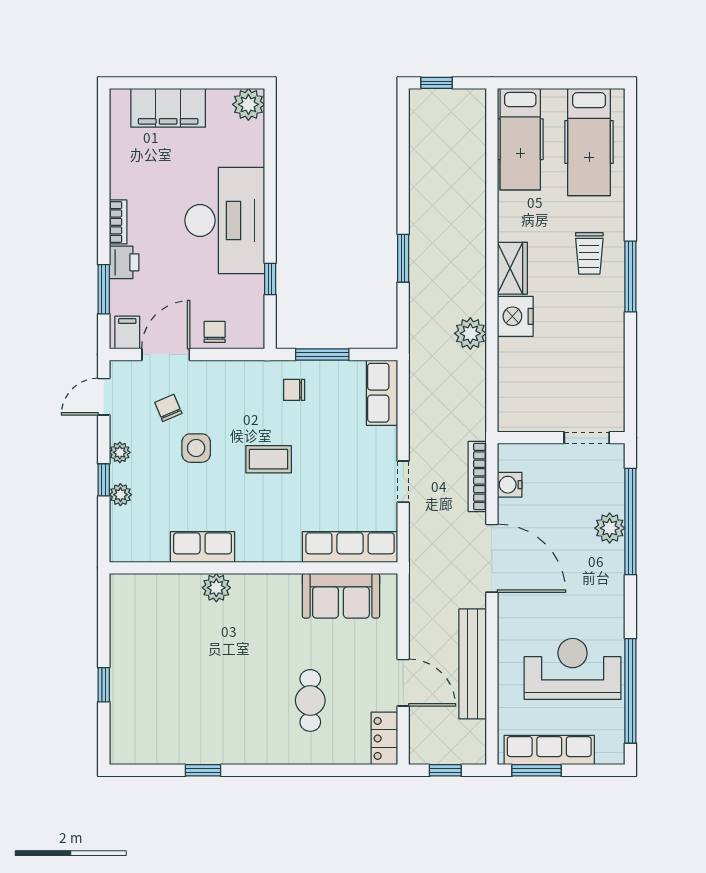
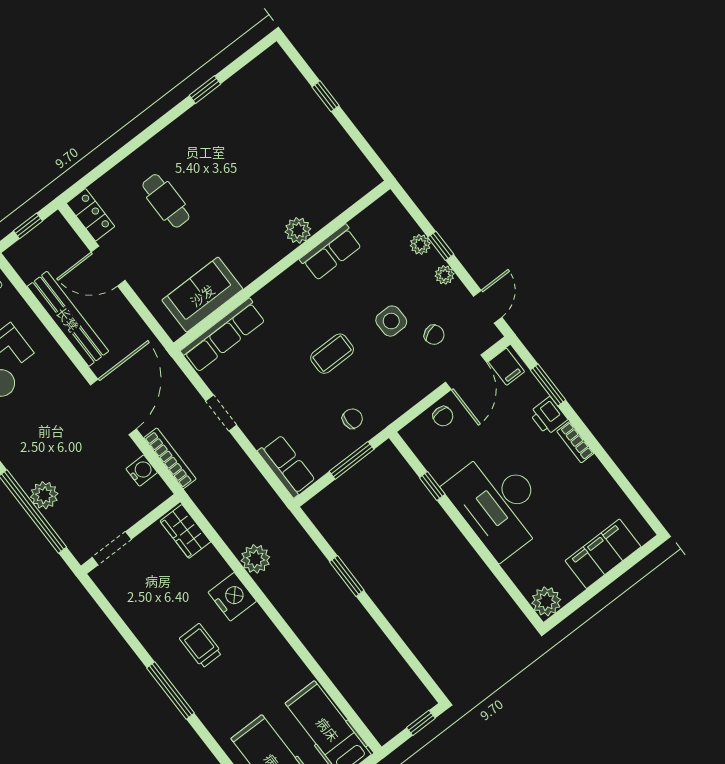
trolley: (589, 253) -> (201, 646), moved
wardrobe: (512, 268) -> (185, 531), moved
door: (492, 558) -> (113, 407), swing flipped

